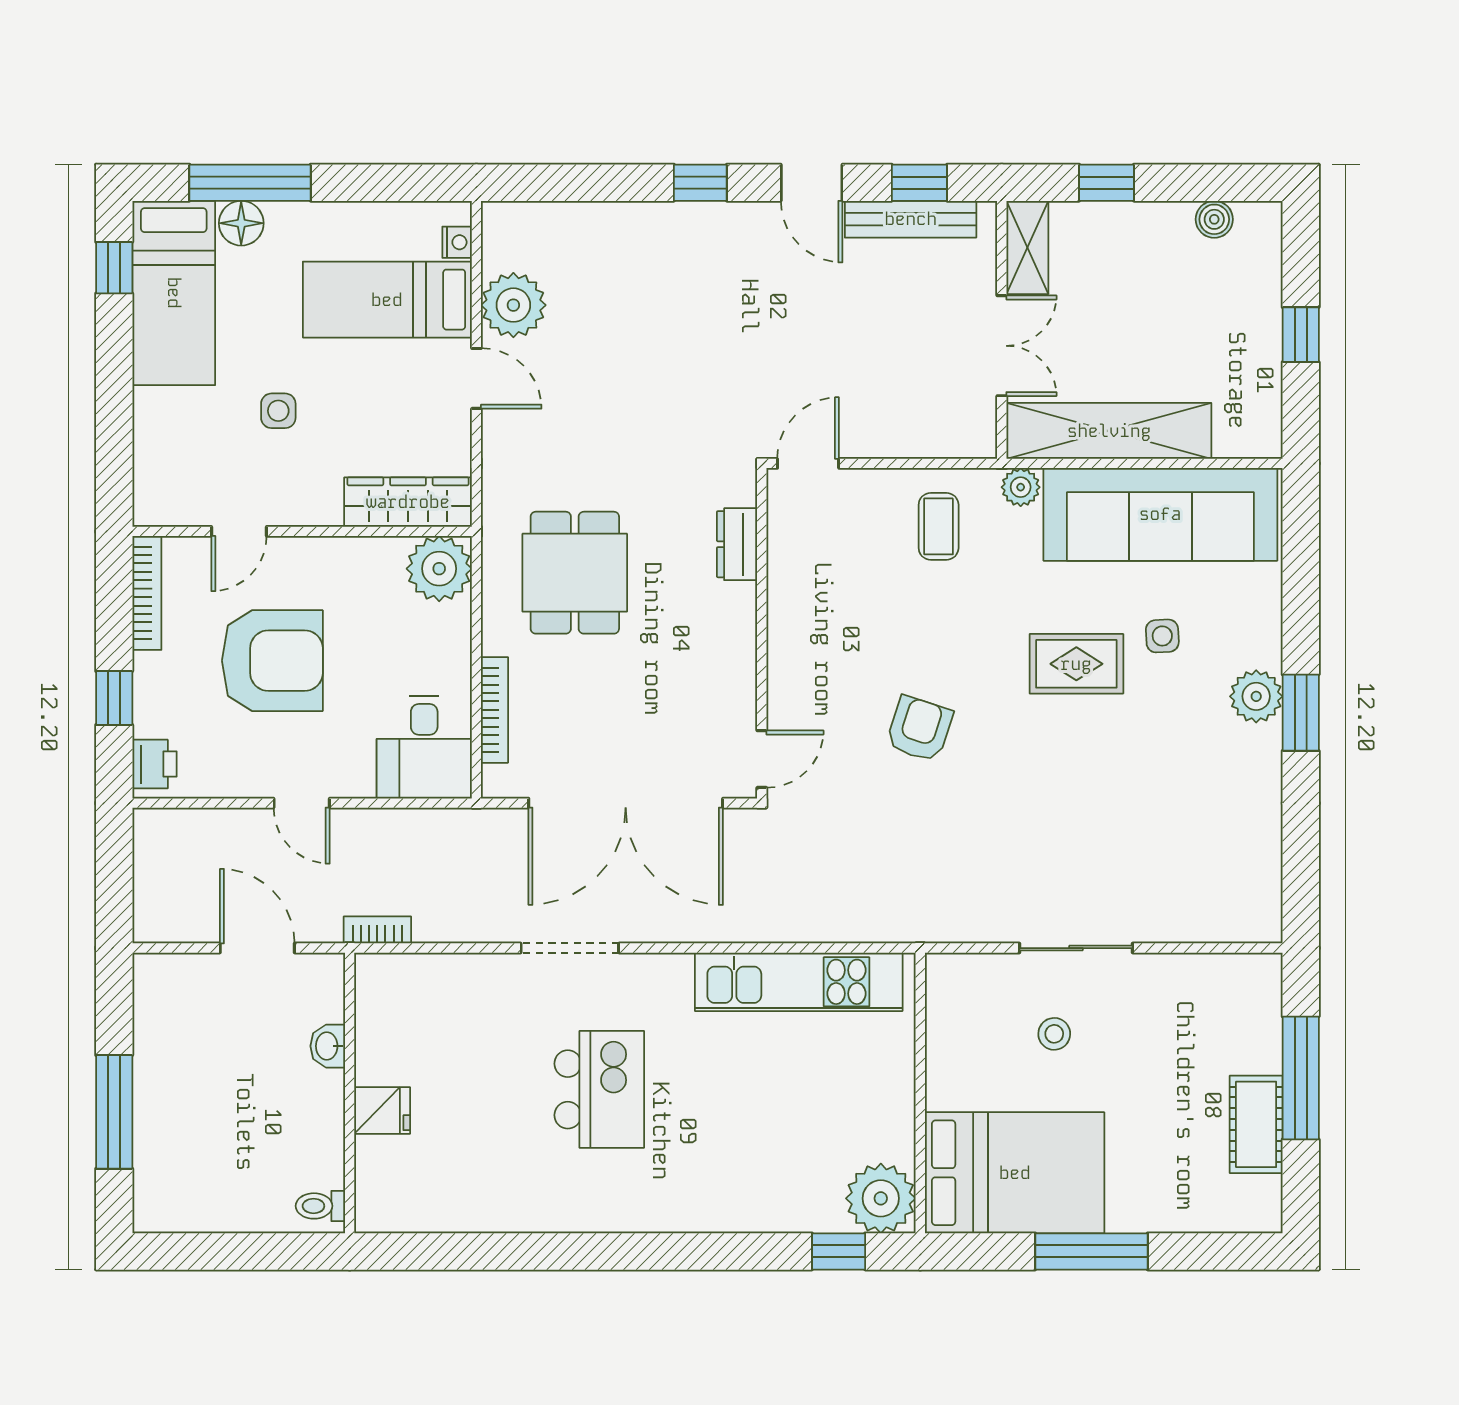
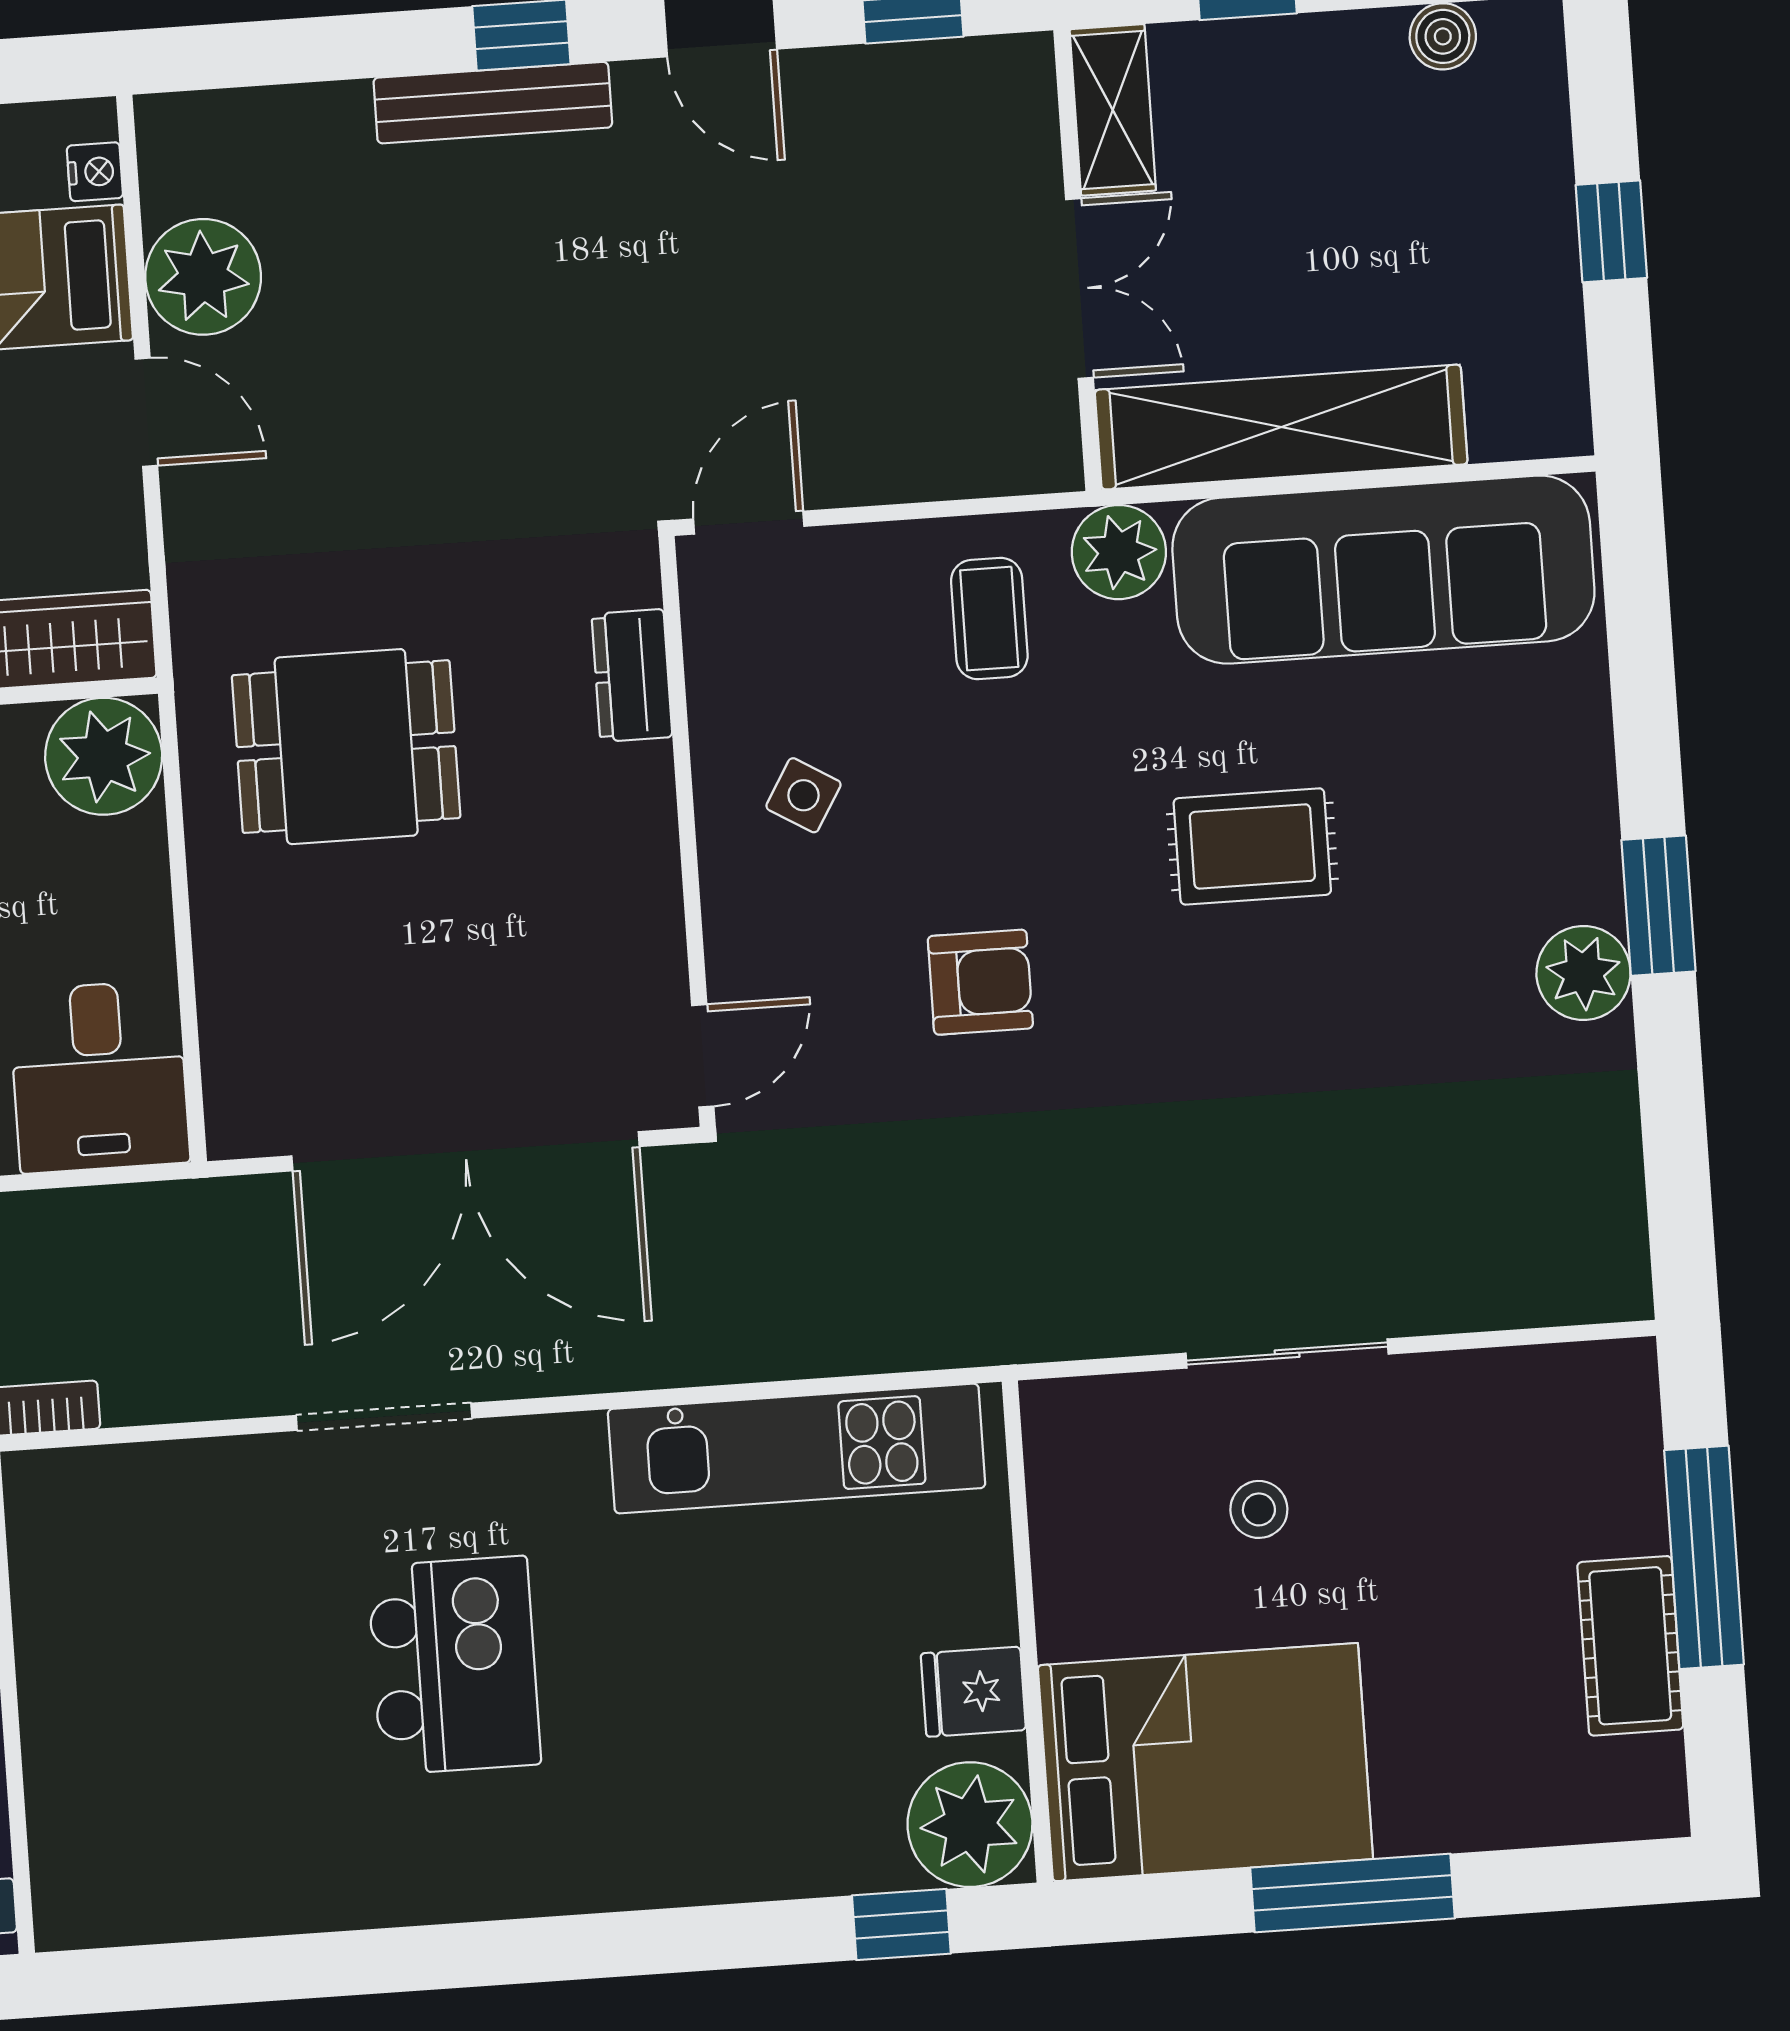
bench: (911, 219) -> (493, 103), moved
plant: (1021, 487) -> (1119, 552), width x1.38, depth x1.38
dining table: (575, 573) -> (346, 747), turned 90
side table: (1162, 636) -> (803, 795), moved, turned 34
plant: (1256, 696) -> (1583, 973), moved
bookcase: (495, 710) -> (220, 1001), removed
armchair: (919, 729) -> (980, 982), turned 72
fridge: (382, 1111) -> (973, 1692), moved, turned 180

